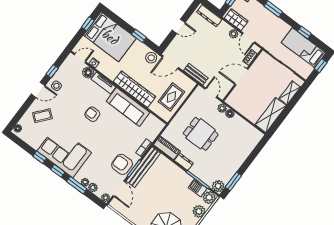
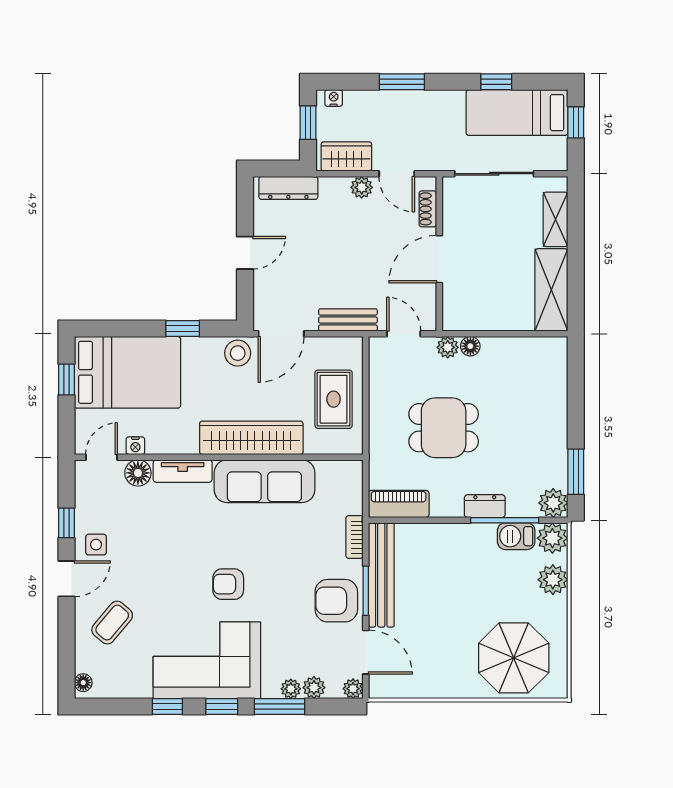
armchair: (92, 114) -> (228, 584), moved
dresser: (184, 162) -> (485, 506), moved

